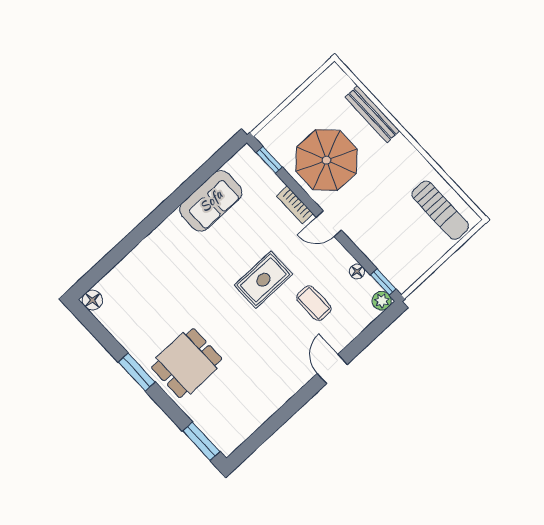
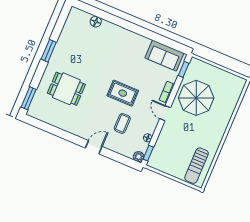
bench: (372, 114) -> (229, 110), removed
sofa: (211, 201) -> (164, 56), moved
floor lamp: (92, 300) -> (96, 22), moved
dining table: (187, 363) -> (66, 89), moved

